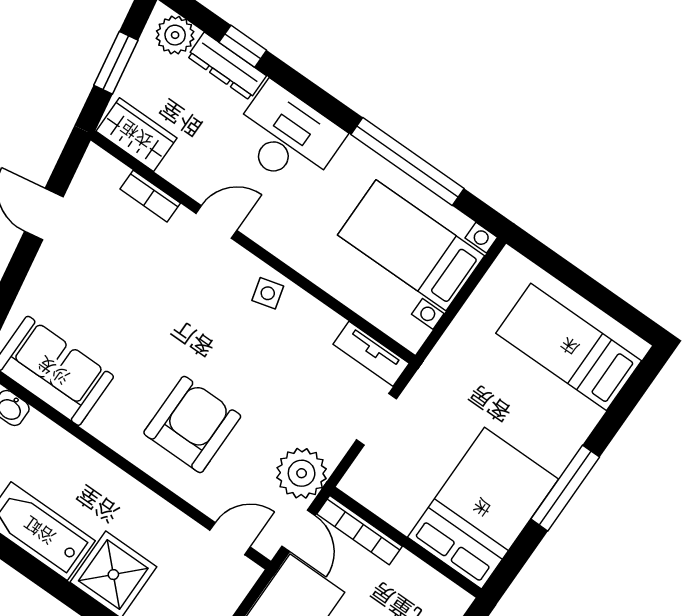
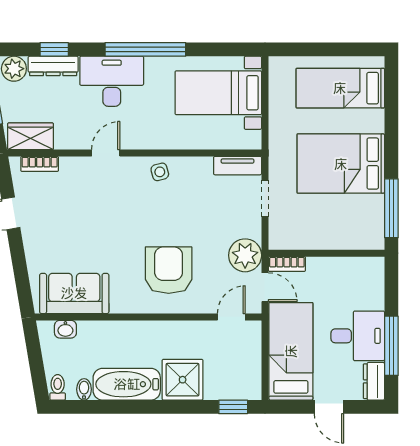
window: (407, 162) -> (145, 49), moved
bookcase: (150, 196) -> (40, 164), moved
window: (565, 488) -> (391, 208), moved
bed: (483, 508) -> (341, 164), moved, turned -90
bookcase: (360, 530) -> (287, 264), width x0.64

